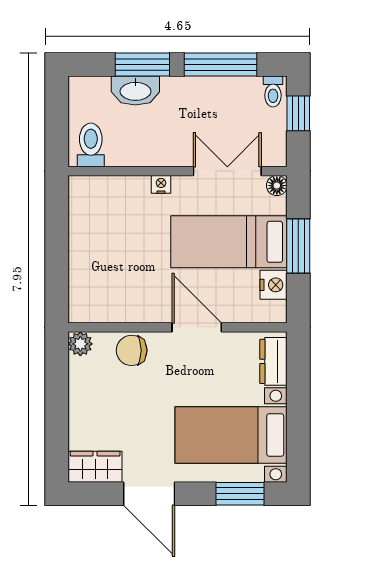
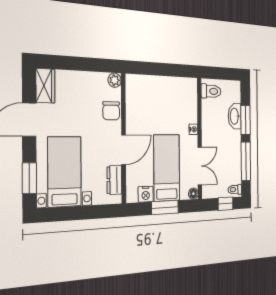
chair: (132, 350) -> (111, 111), turned 180
dresser: (273, 361) -> (114, 180), moved, turned -90

